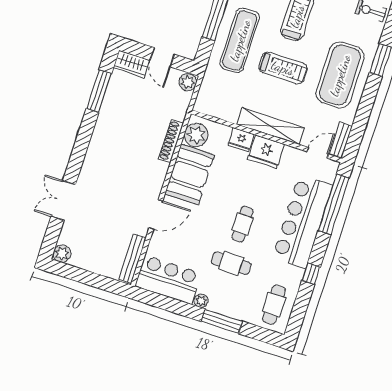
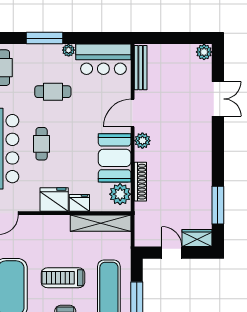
plant: (188, 82) -> (142, 141), moved
shelving: (270, 126) -> (101, 223), moved
cafe table: (243, 224) -> (42, 144), moved

